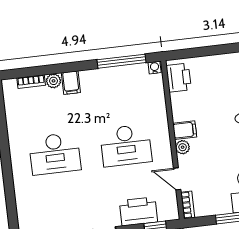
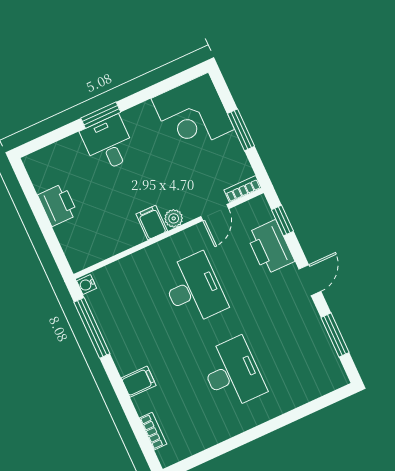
printer: (179, 78) -> (58, 205), moved, turned 90
plant: (54, 81) -> (143, 404), removed

